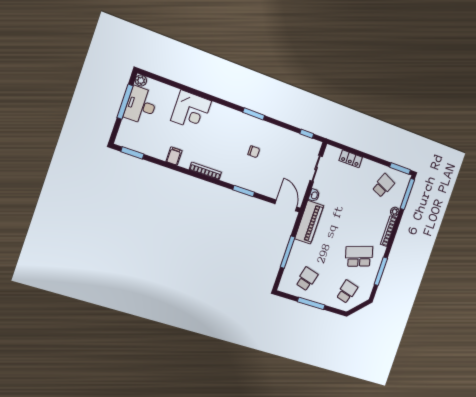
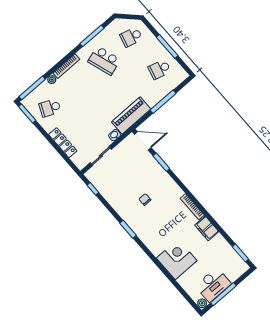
filing cabinet: (174, 156) -> (207, 228), width x2.00
locker: (351, 159) -> (63, 143), width x1.53
window: (244, 191) -> (161, 162), moved
door: (286, 205) -> (143, 141), swing flipped

